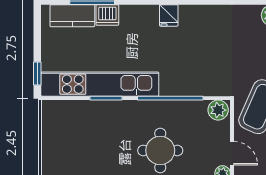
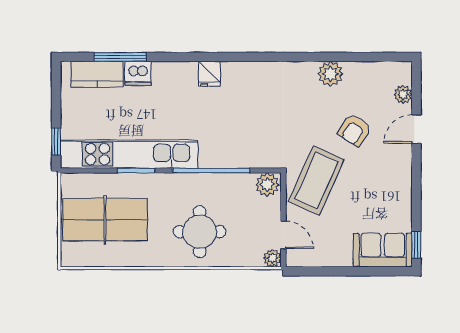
table tennis table: (79, 140) -> (105, 220), added

